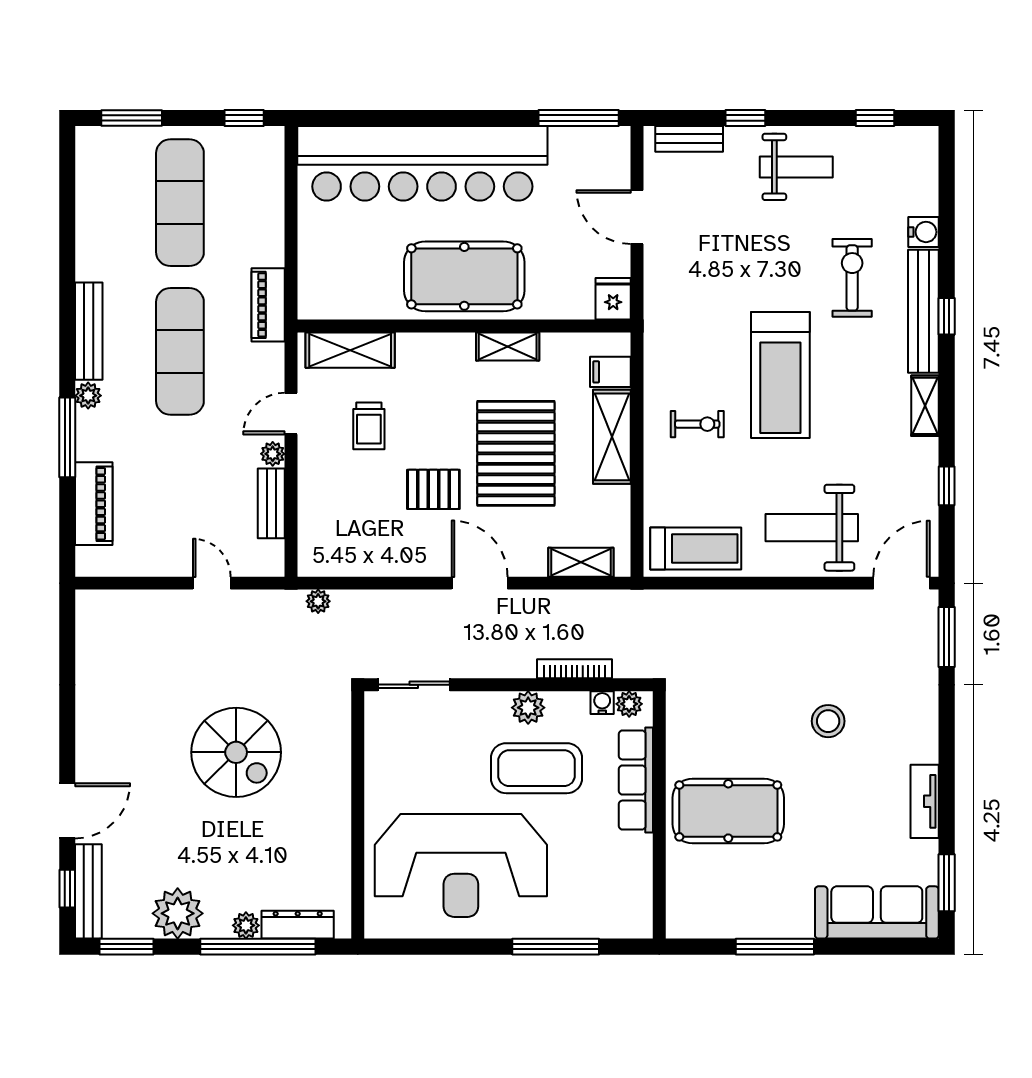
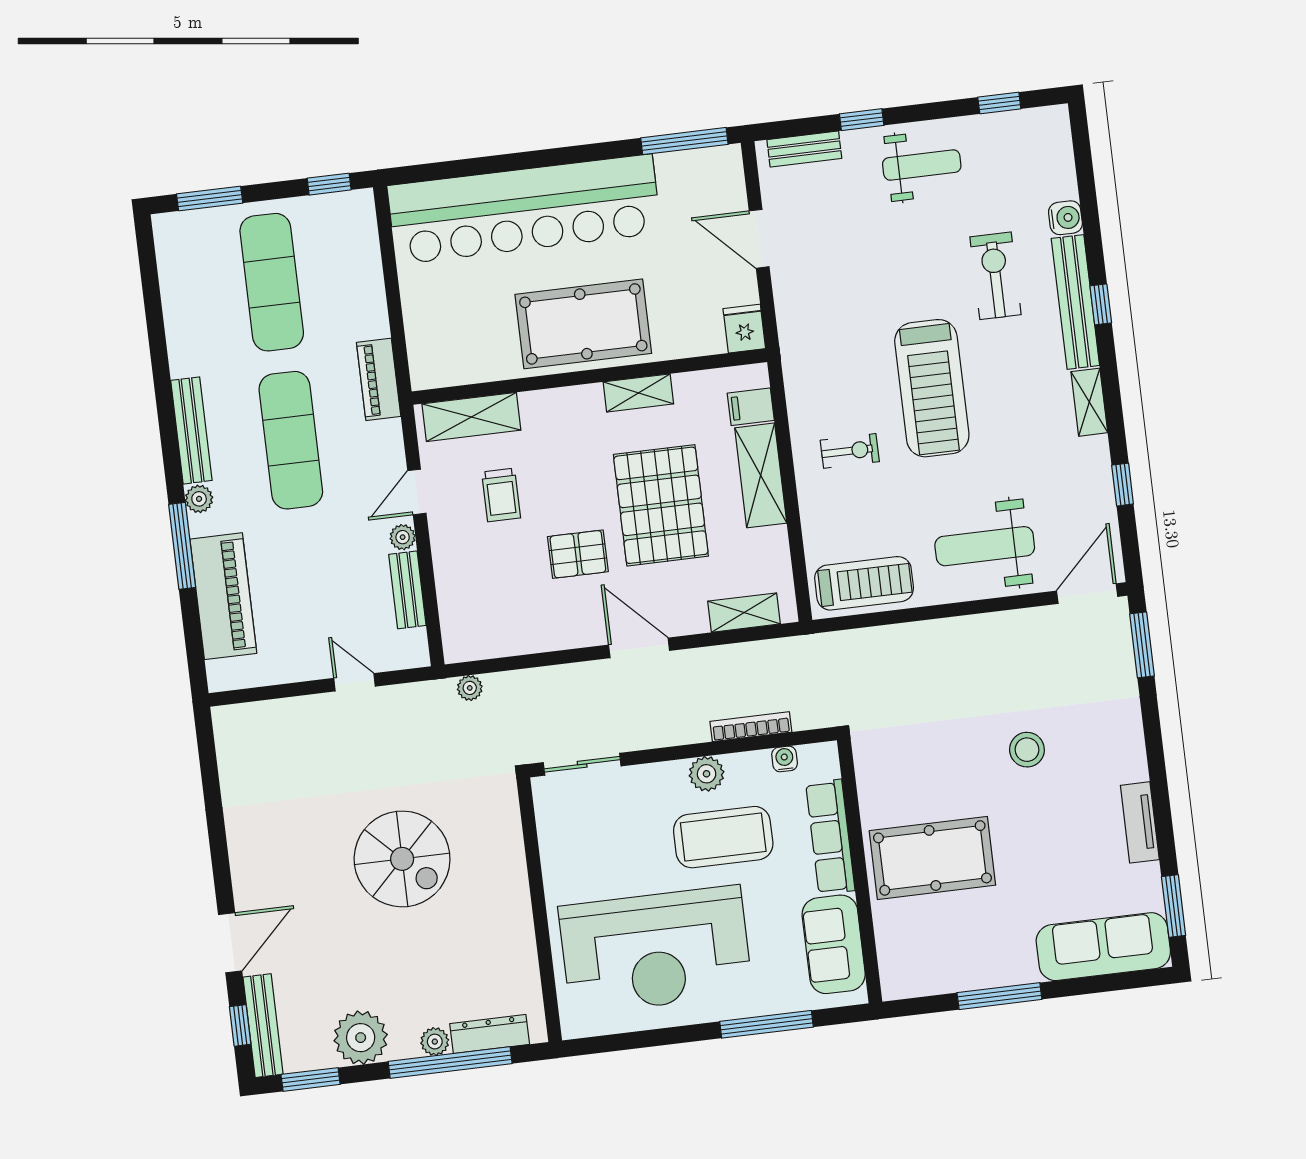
piano: (94, 504) -> (223, 596), width x1.37, depth x1.33
plant: (629, 704) -> (813, 757), removed
sofa: (627, 880) -> (834, 944), added

